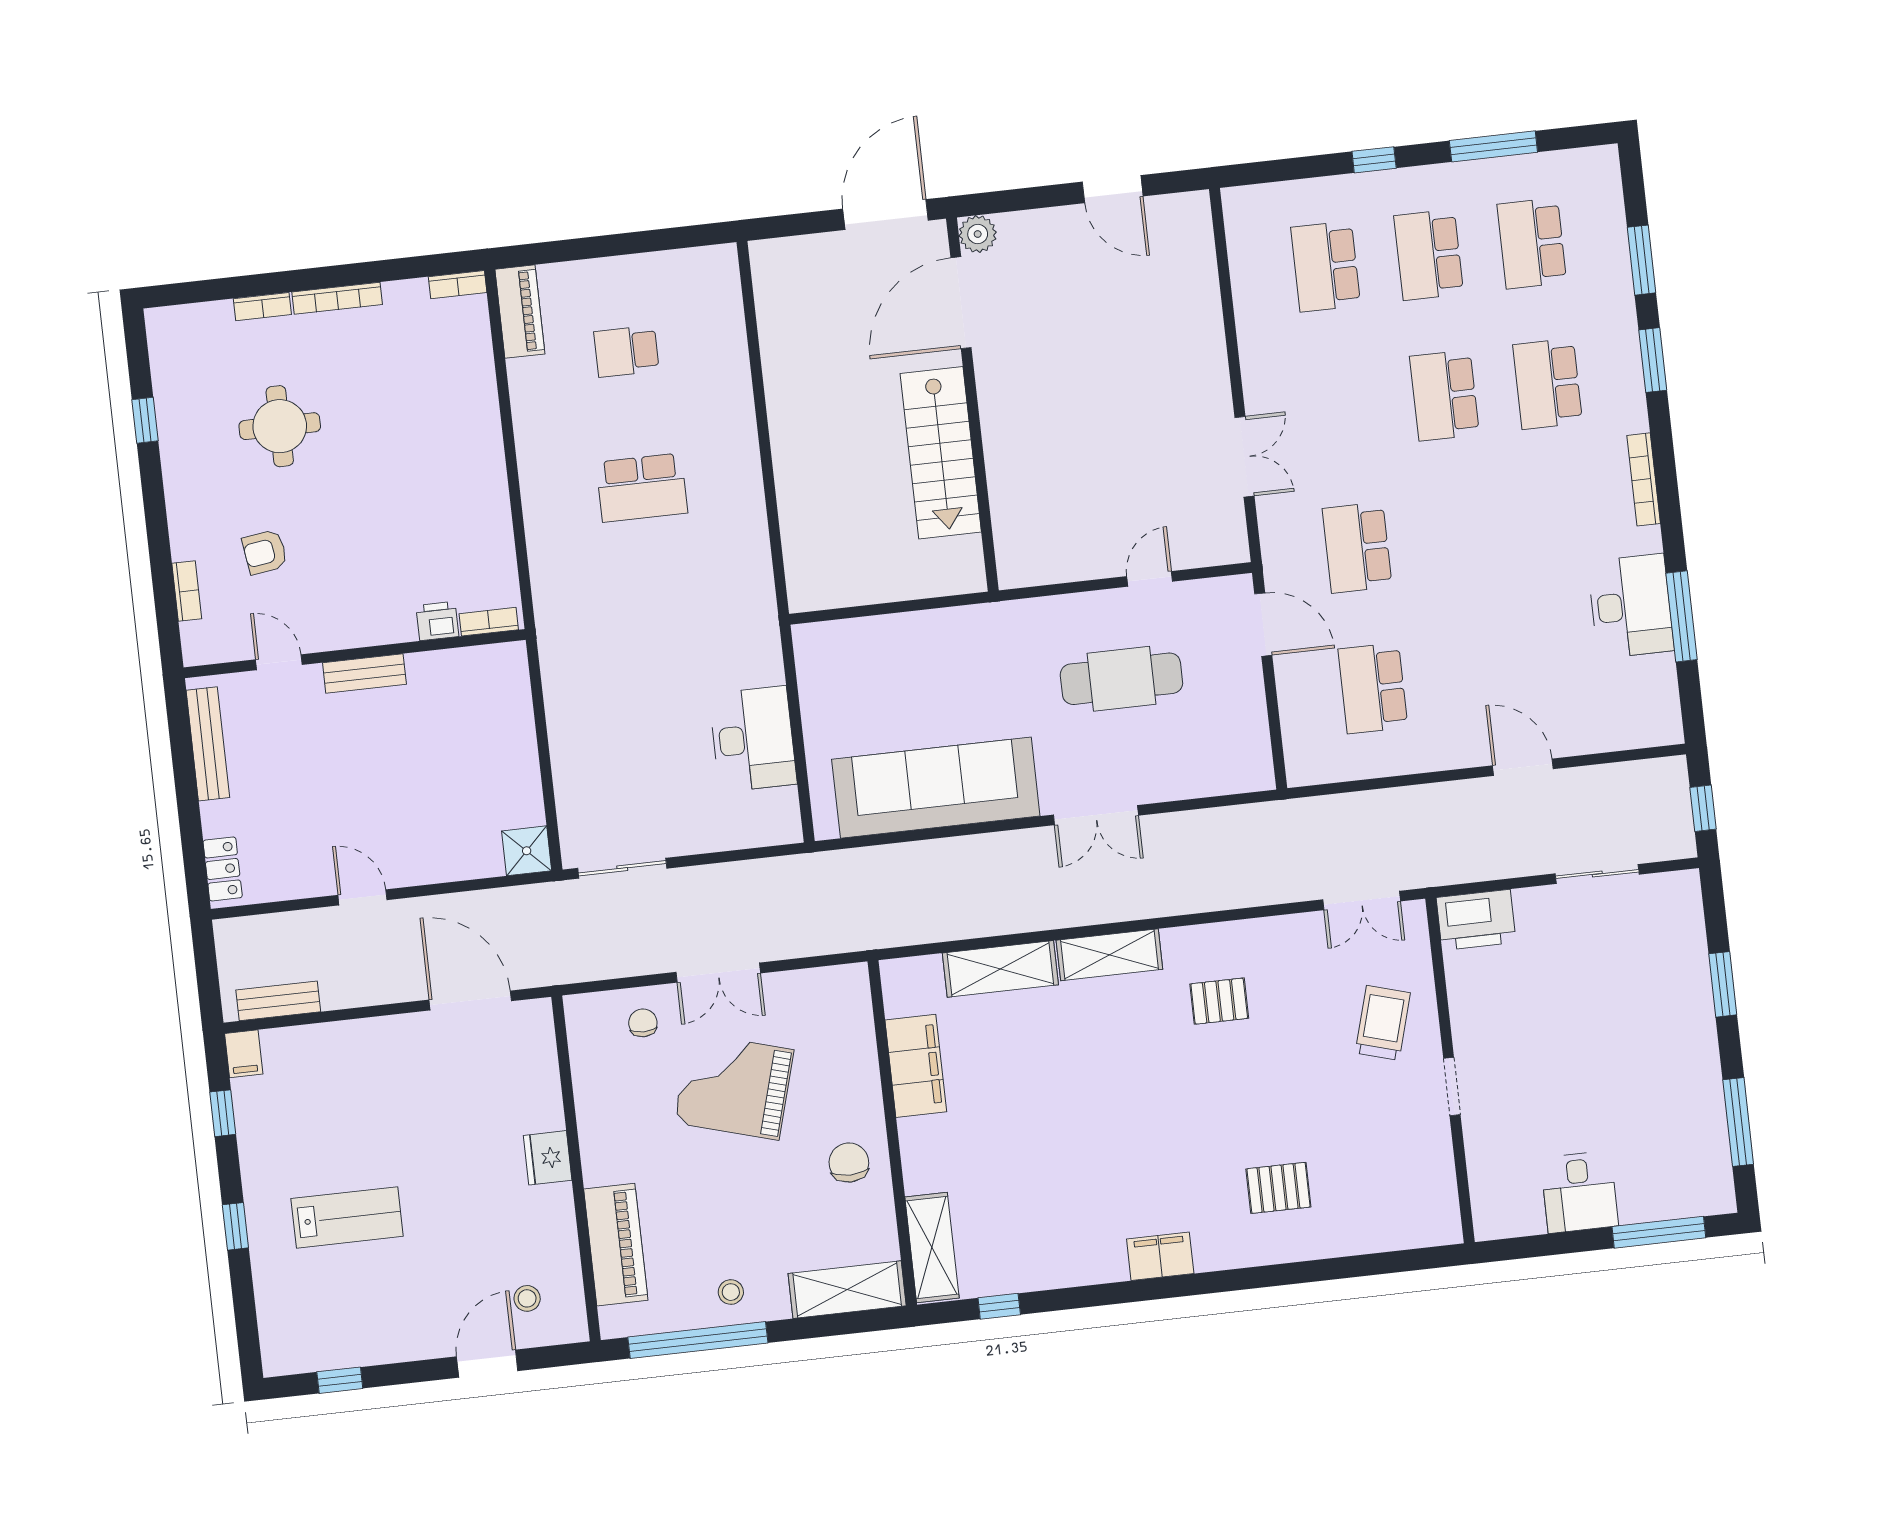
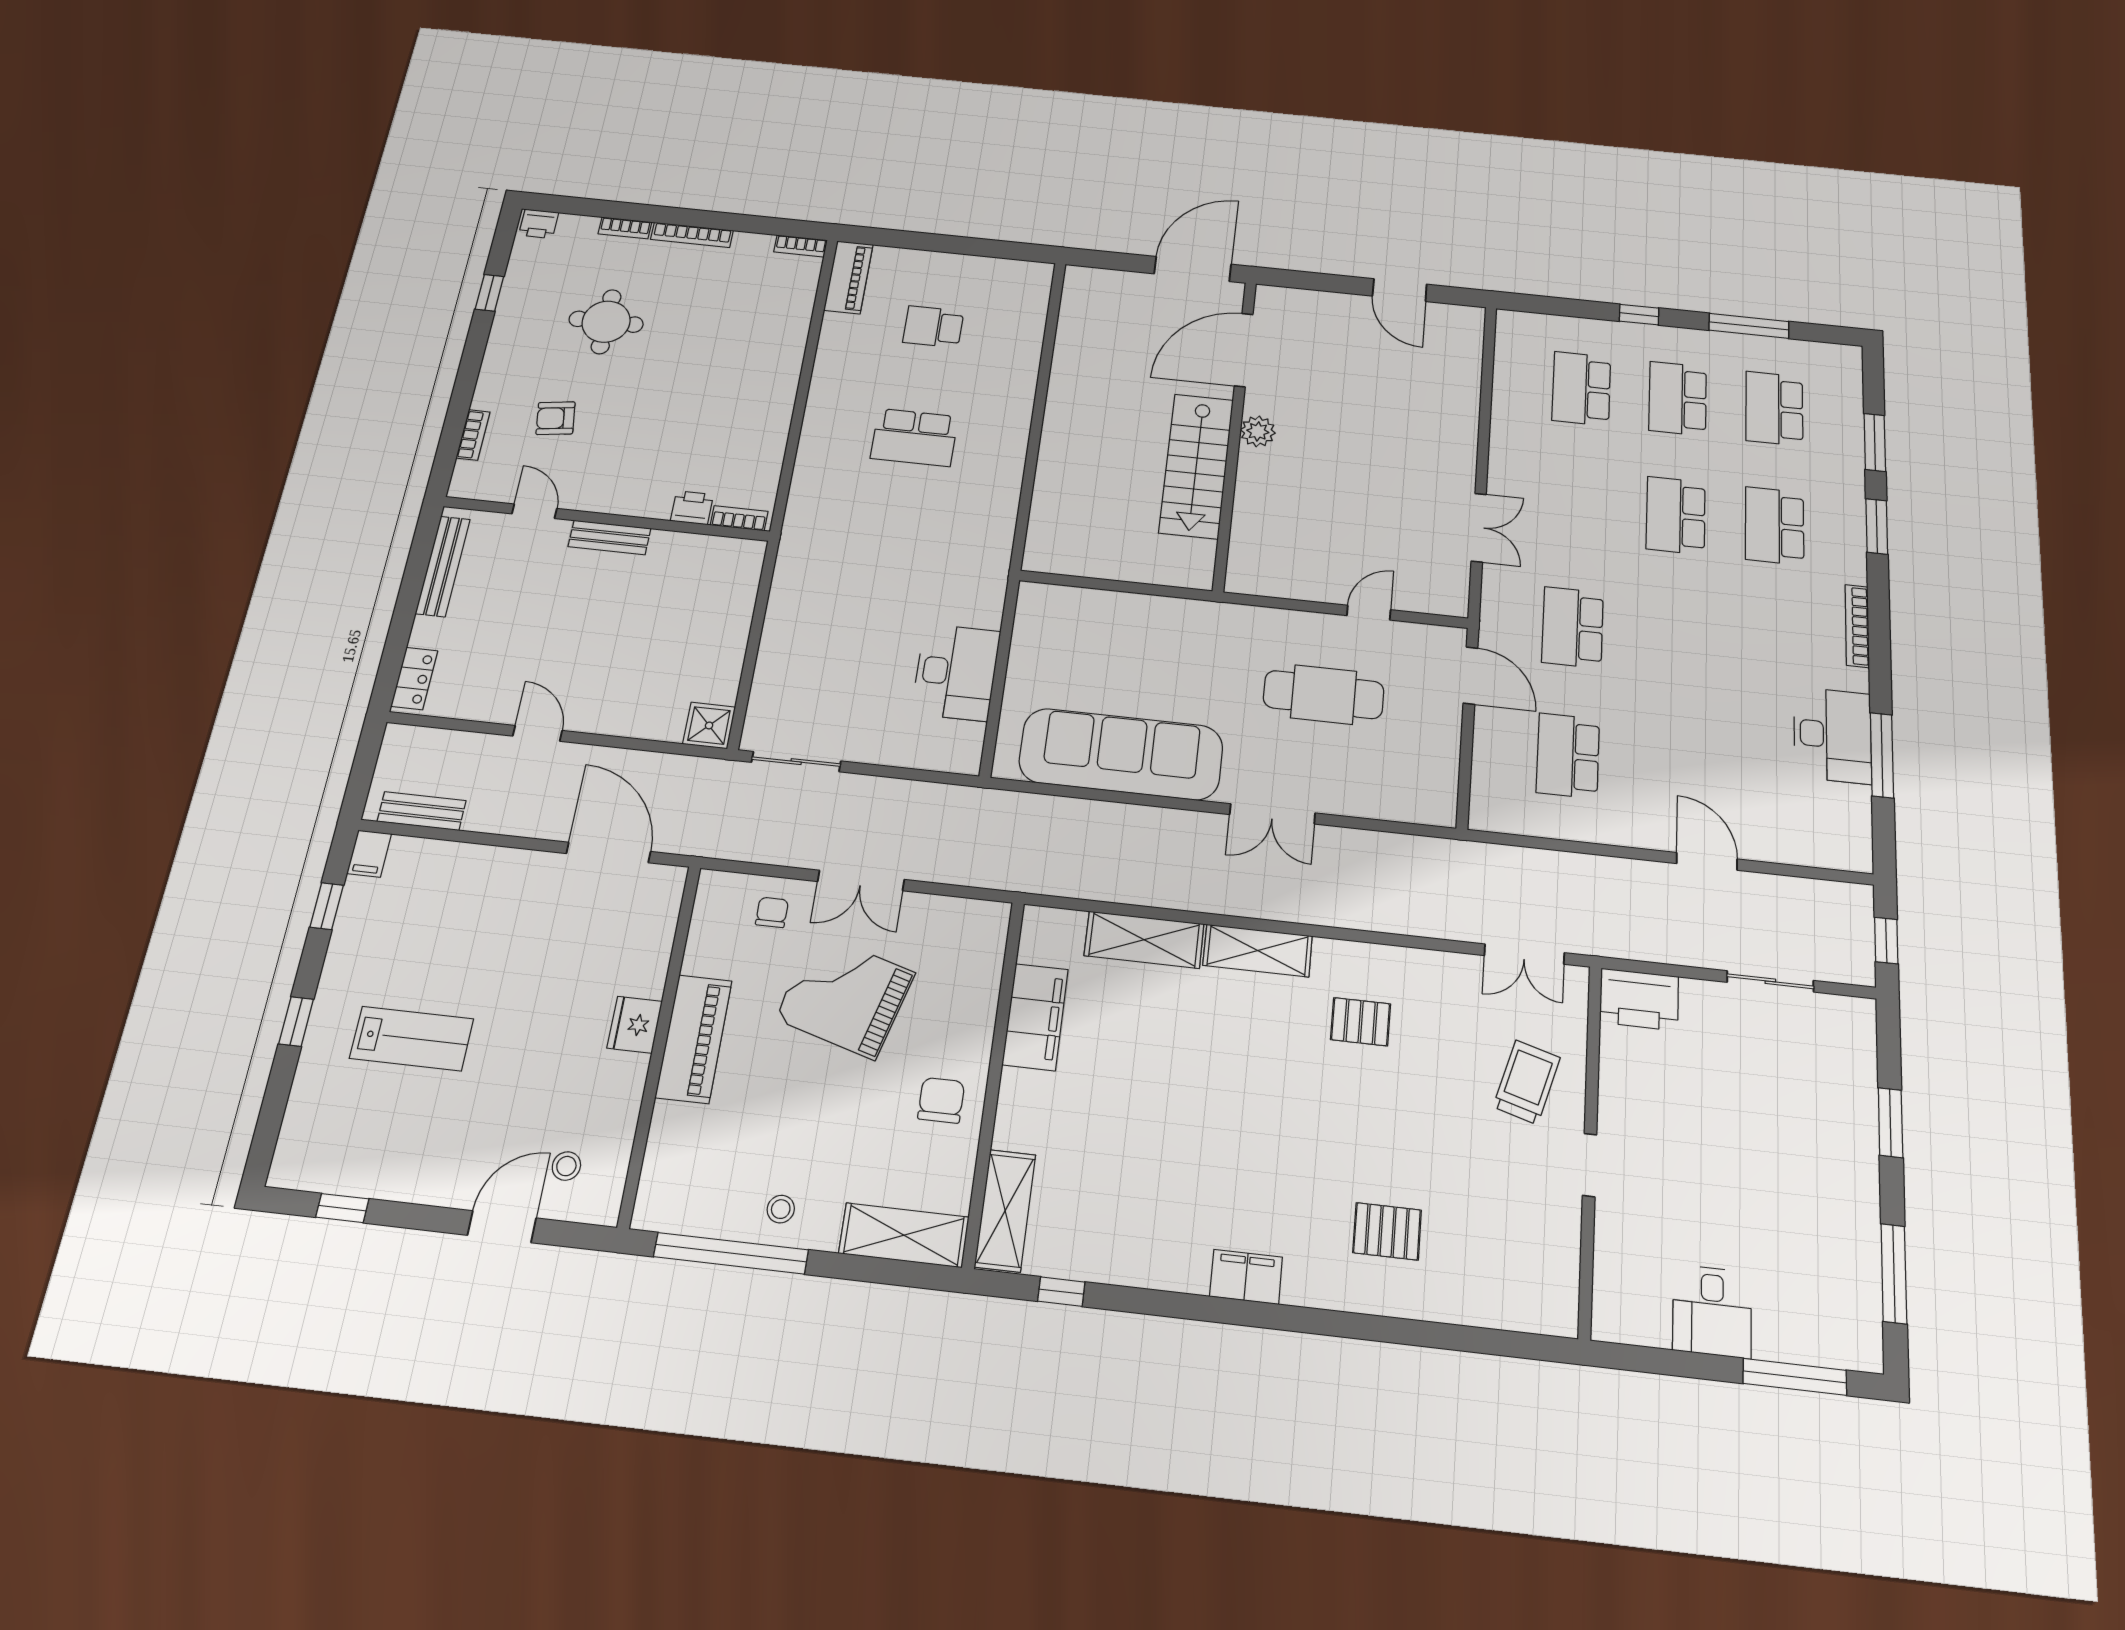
plant: (978, 234) -> (1258, 431), moved
printer: (168, 323) -> (539, 224), added
piano: (616, 1245) -> (694, 1039), moved

